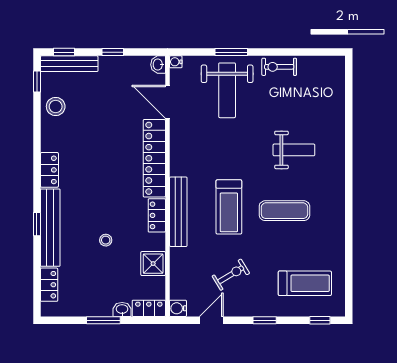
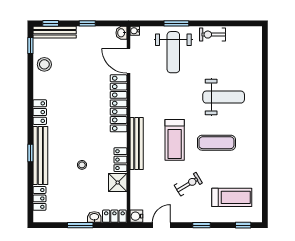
weight bench: (294, 150) -> (224, 97), width x1.36, depth x1.33
locker: (157, 215) -> (120, 160), moved
exercise bike: (231, 275) -> (188, 184), moved

